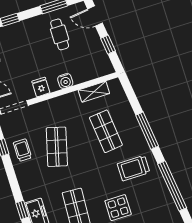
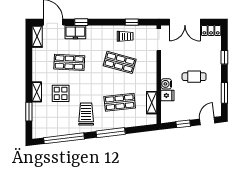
cafe table: (60, 34) -> (194, 77), moved
fridge: (41, 87) -> (167, 95), moved

